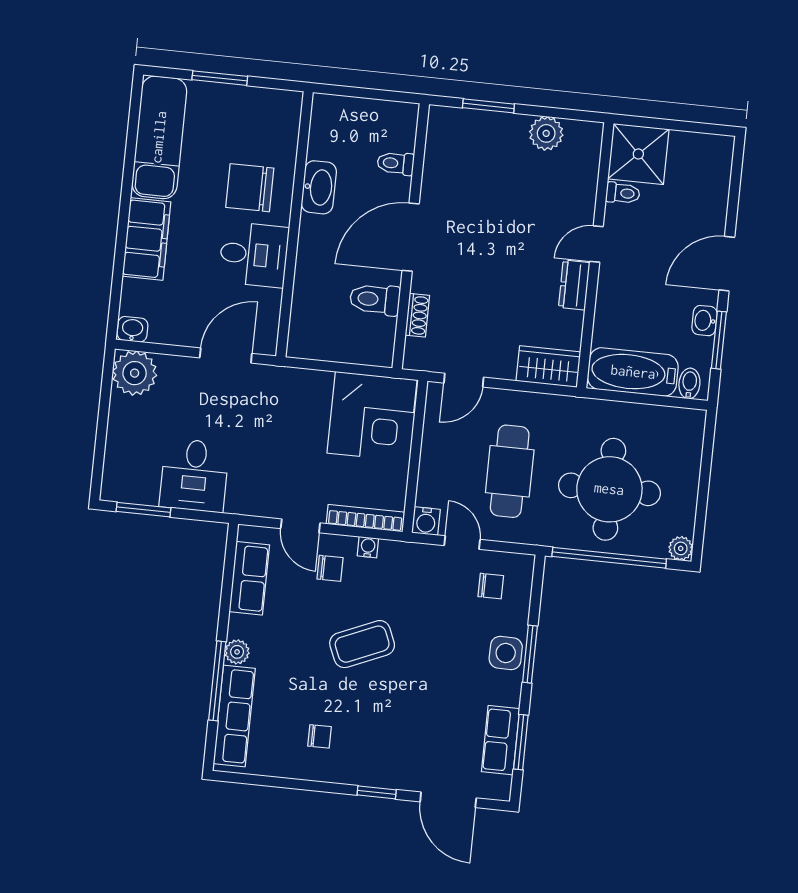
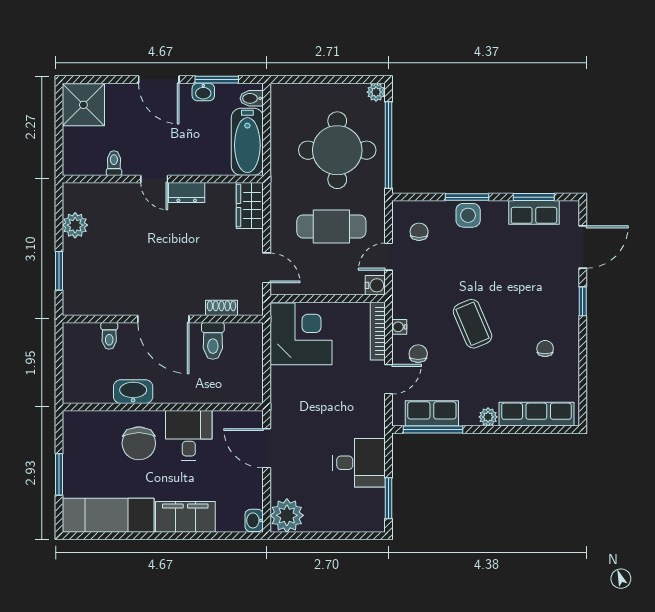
shower: (638, 154) -> (83, 105), moved
window: (217, 681) -> (433, 430), moved

